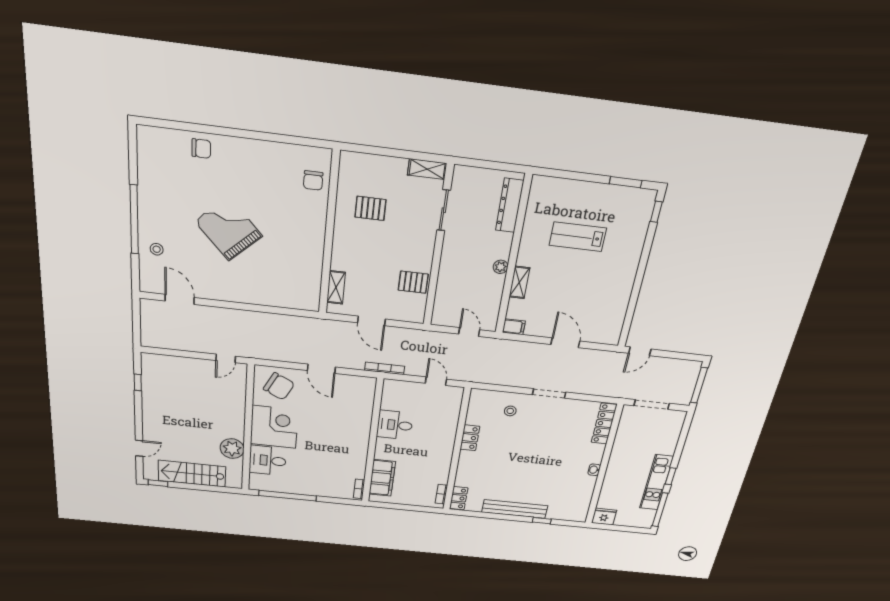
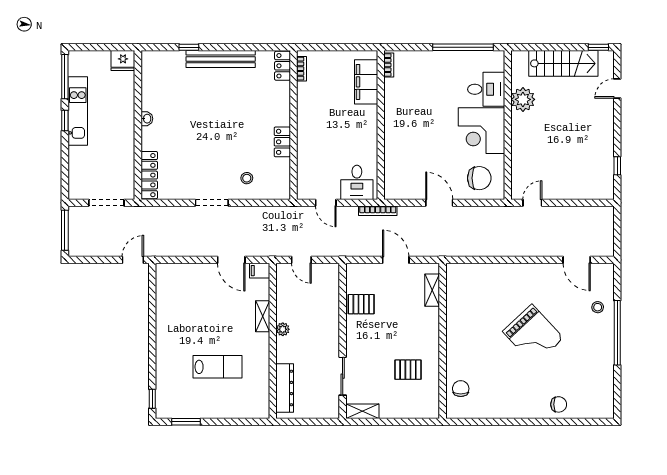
chair: (201, 148) -> (559, 404), turned 180
door: (565, 343) -> (231, 260), moved
chair: (279, 386) -> (479, 178), turned 153
desk: (395, 425) -> (357, 182), moved, turned 90

